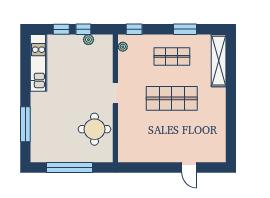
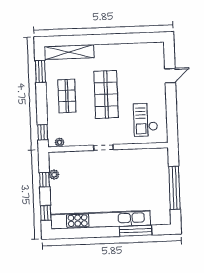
window: (61, 29) -> (46, 213), moved
window: (185, 29) -> (40, 71), moved
kitchen unit: (38, 63) -> (100, 220), width x1.86
round table: (94, 129) -> (138, 166), removed
checkout: (143, 139) -> (145, 120), added

